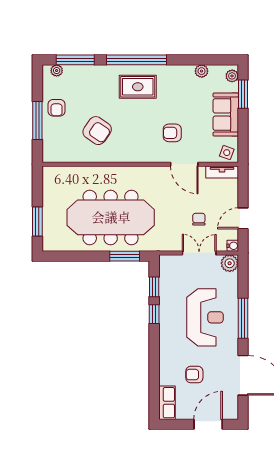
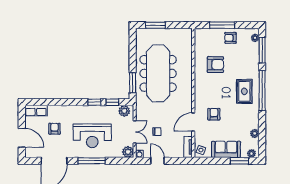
armchair: (97, 131) -> (215, 65), turned -125
plant: (167, 269) -> (124, 111), added

